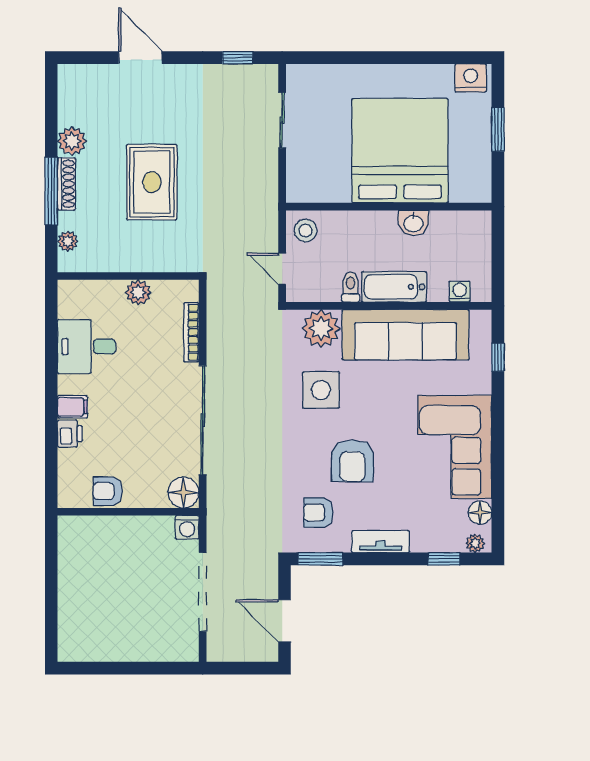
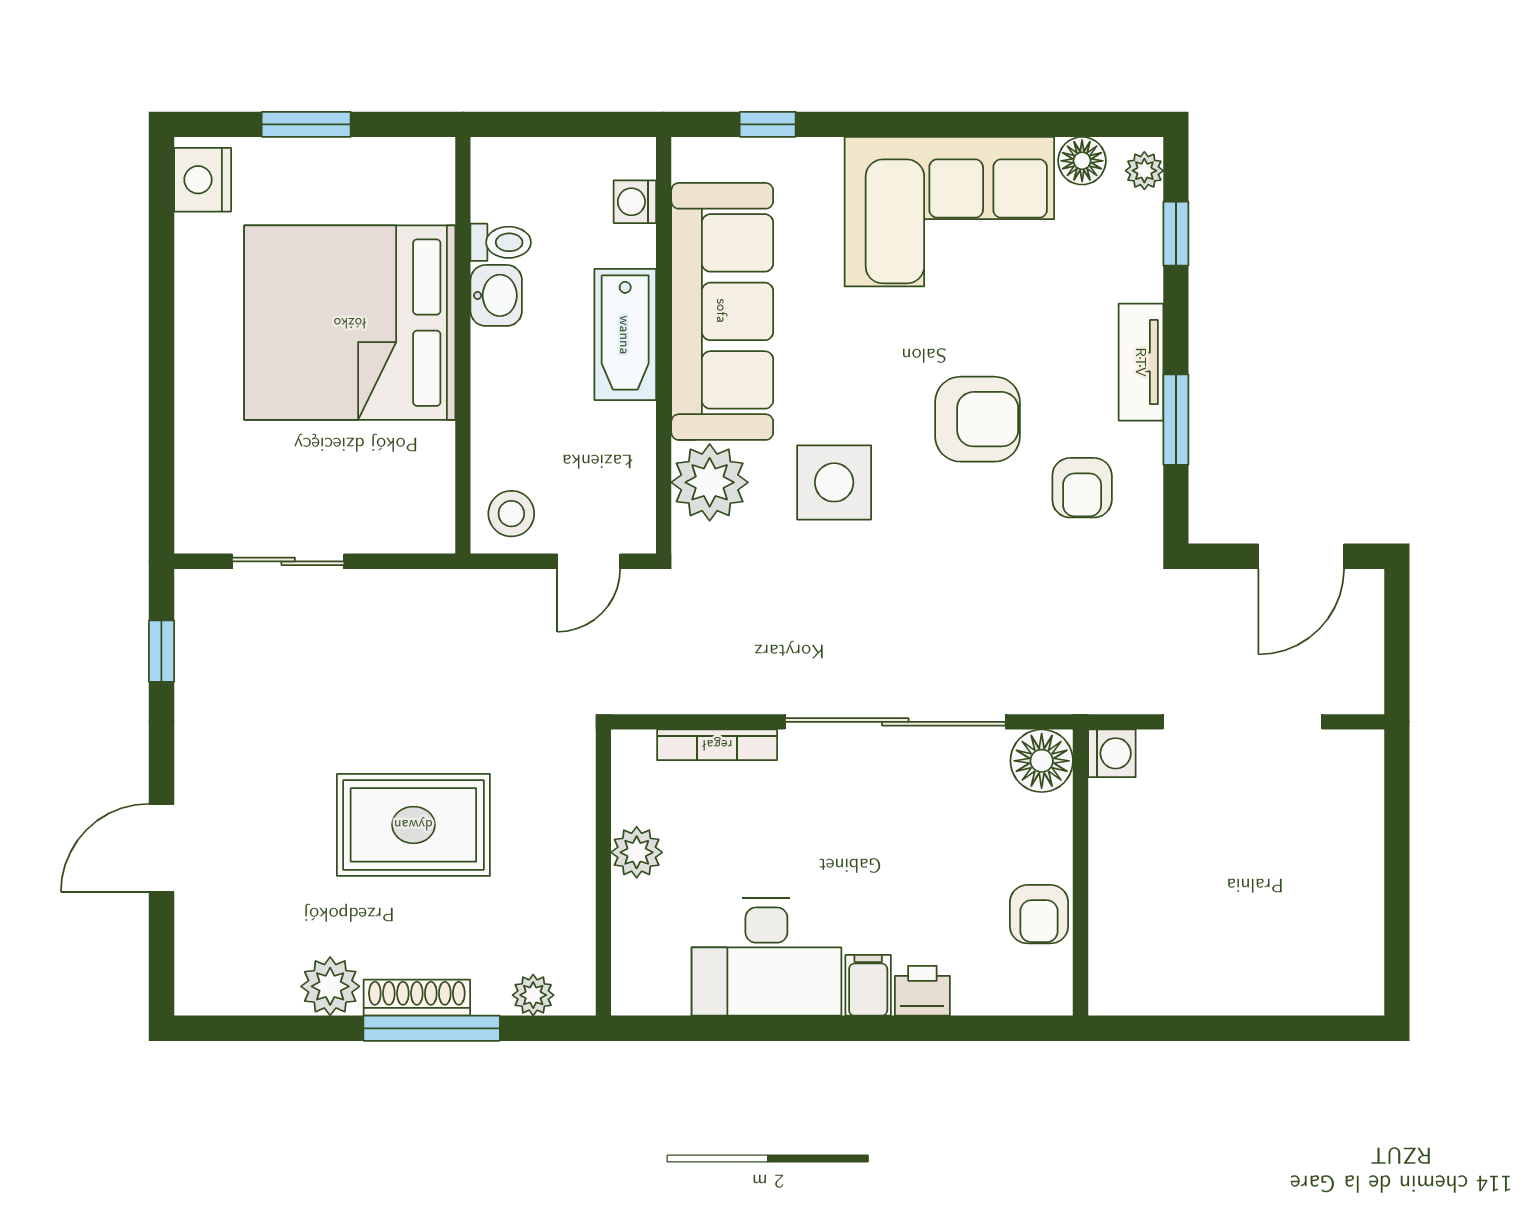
toilet: (350, 287) -> (501, 242), moved, turned 180
desk: (87, 347) -> (766, 957), width x1.37
window: (320, 559) -> (1176, 420), moved

